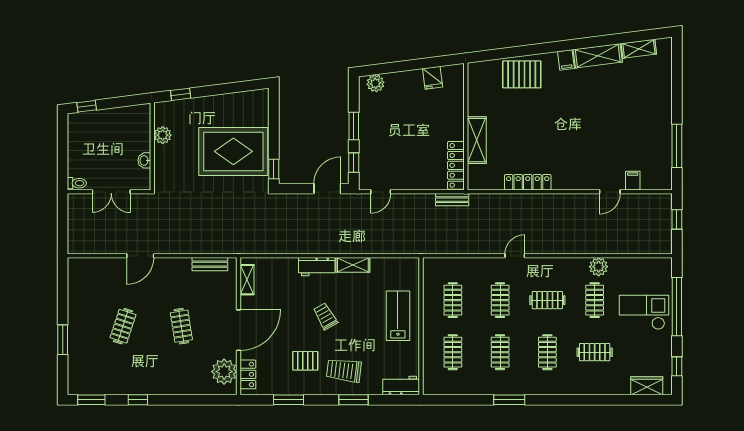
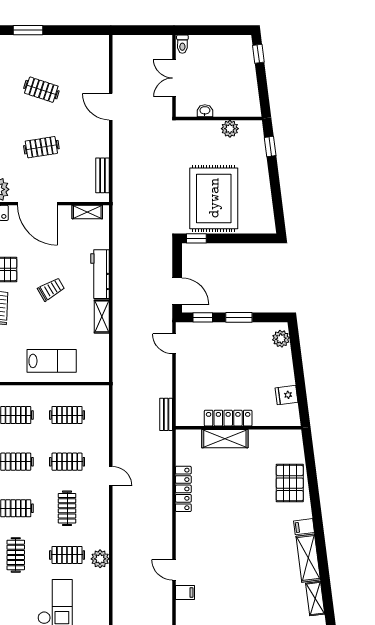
locker: (456, 165) -> (228, 418), moved
workbench: (317, 267) -> (100, 274), width x1.37

